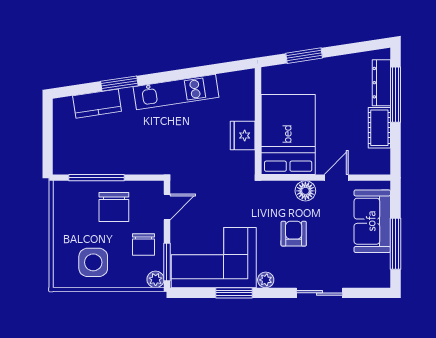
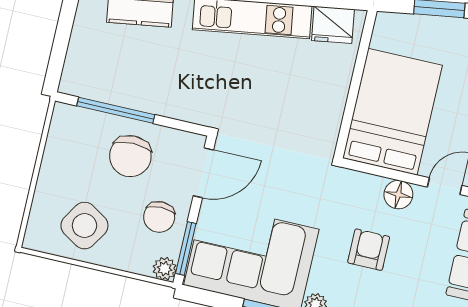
fridge: (243, 136) -> (333, 25), moved, turned -99
door: (167, 207) -> (203, 173), width x1.38
side table: (93, 262) -> (84, 226), turned 32

